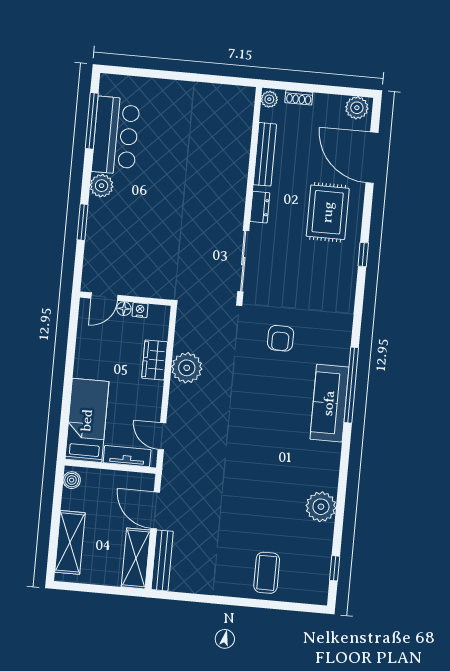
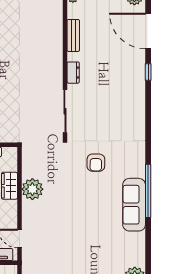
bench: (265, 154) -> (73, 35), width x0.73
rug: (328, 212) -> (121, 72), removed
window: (363, 255) -> (148, 72), moved

